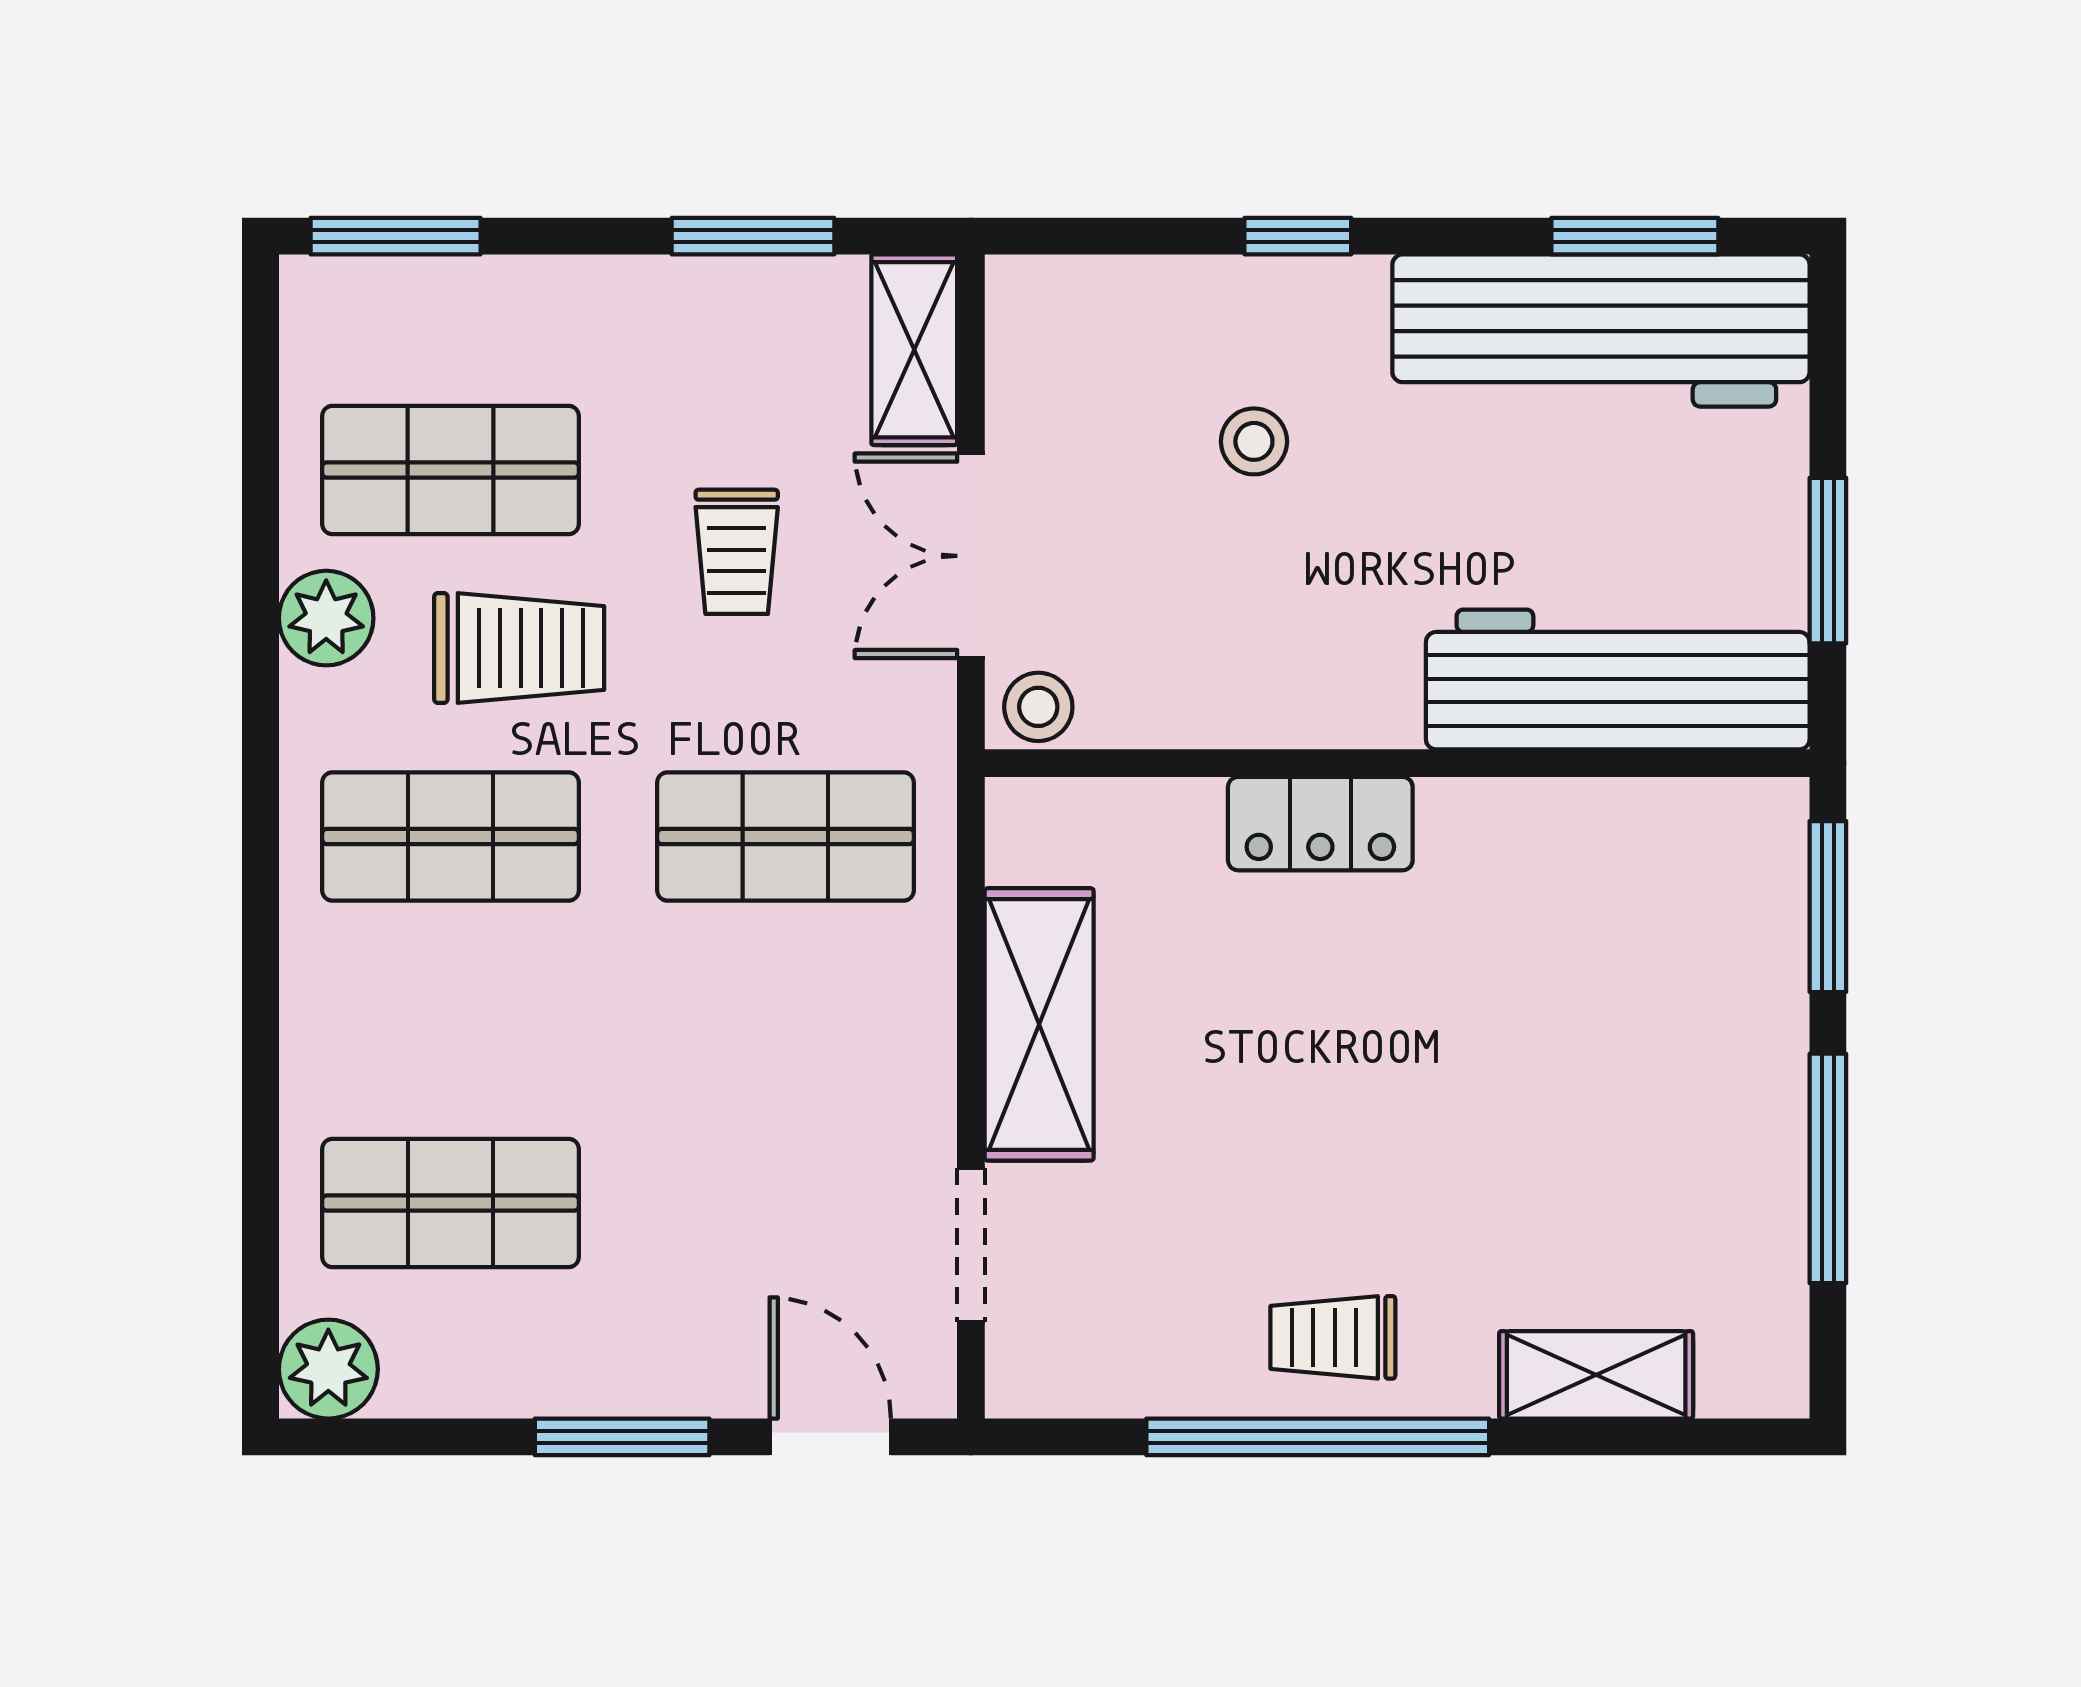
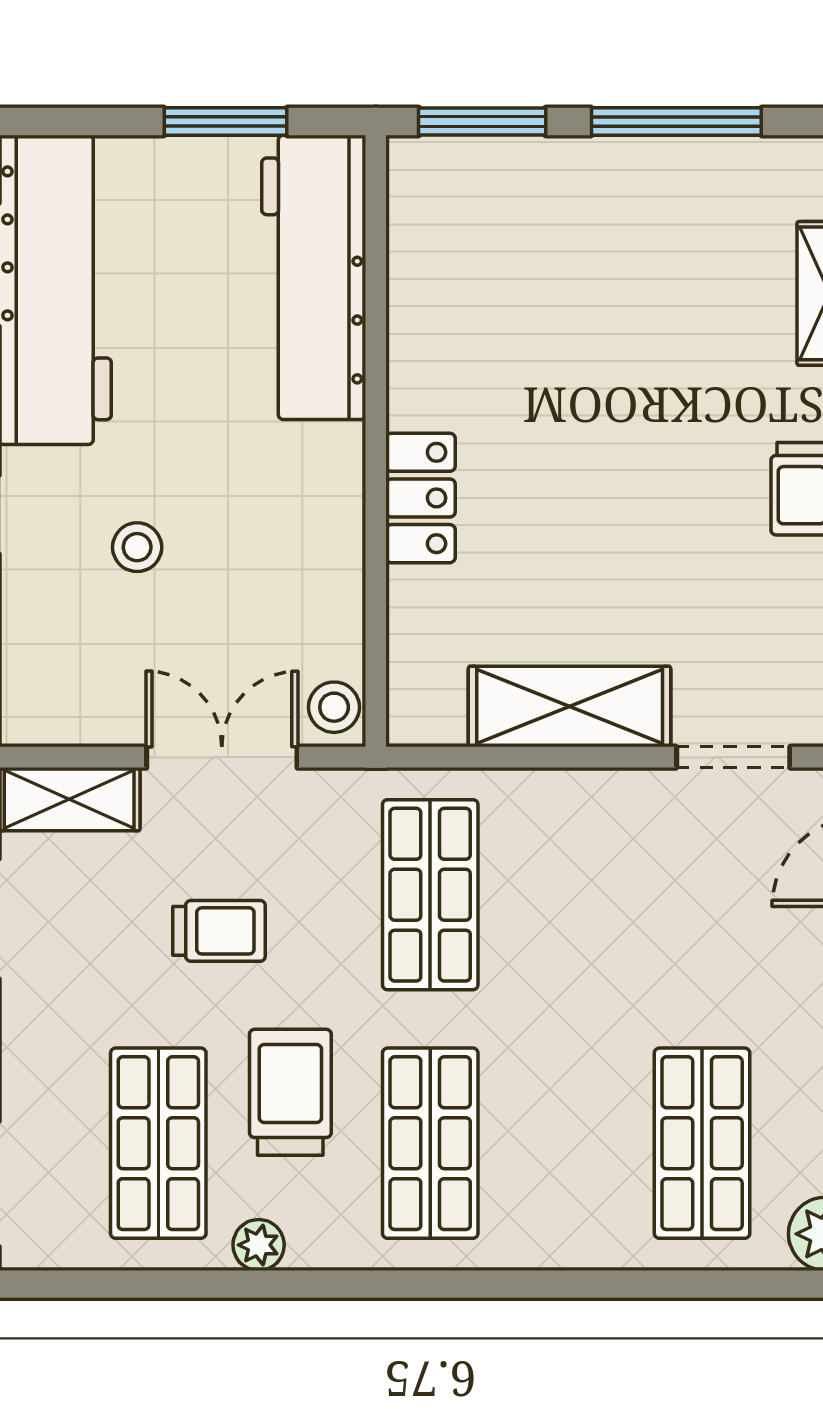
double door: (971, 556) -> (222, 757), swing flipped
plant: (326, 618) -> (259, 1245), width x0.73, depth x0.73

